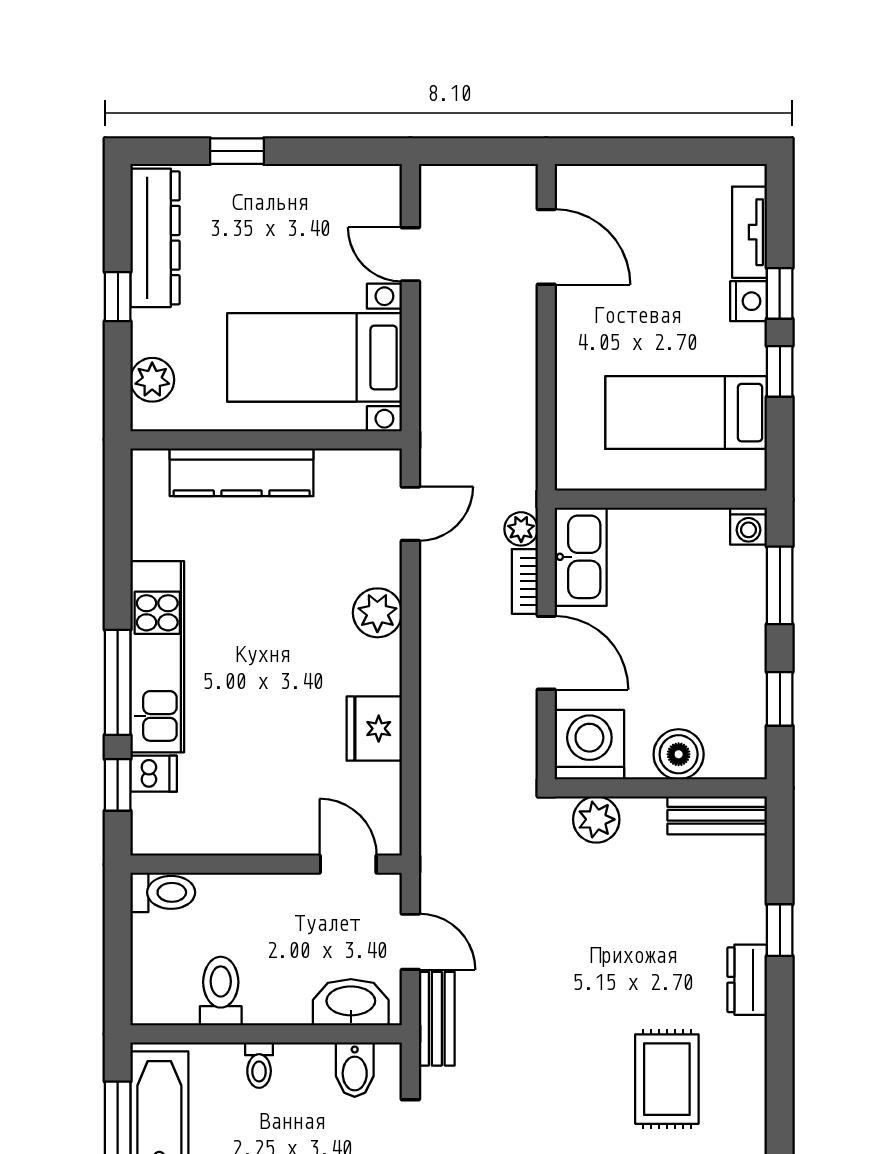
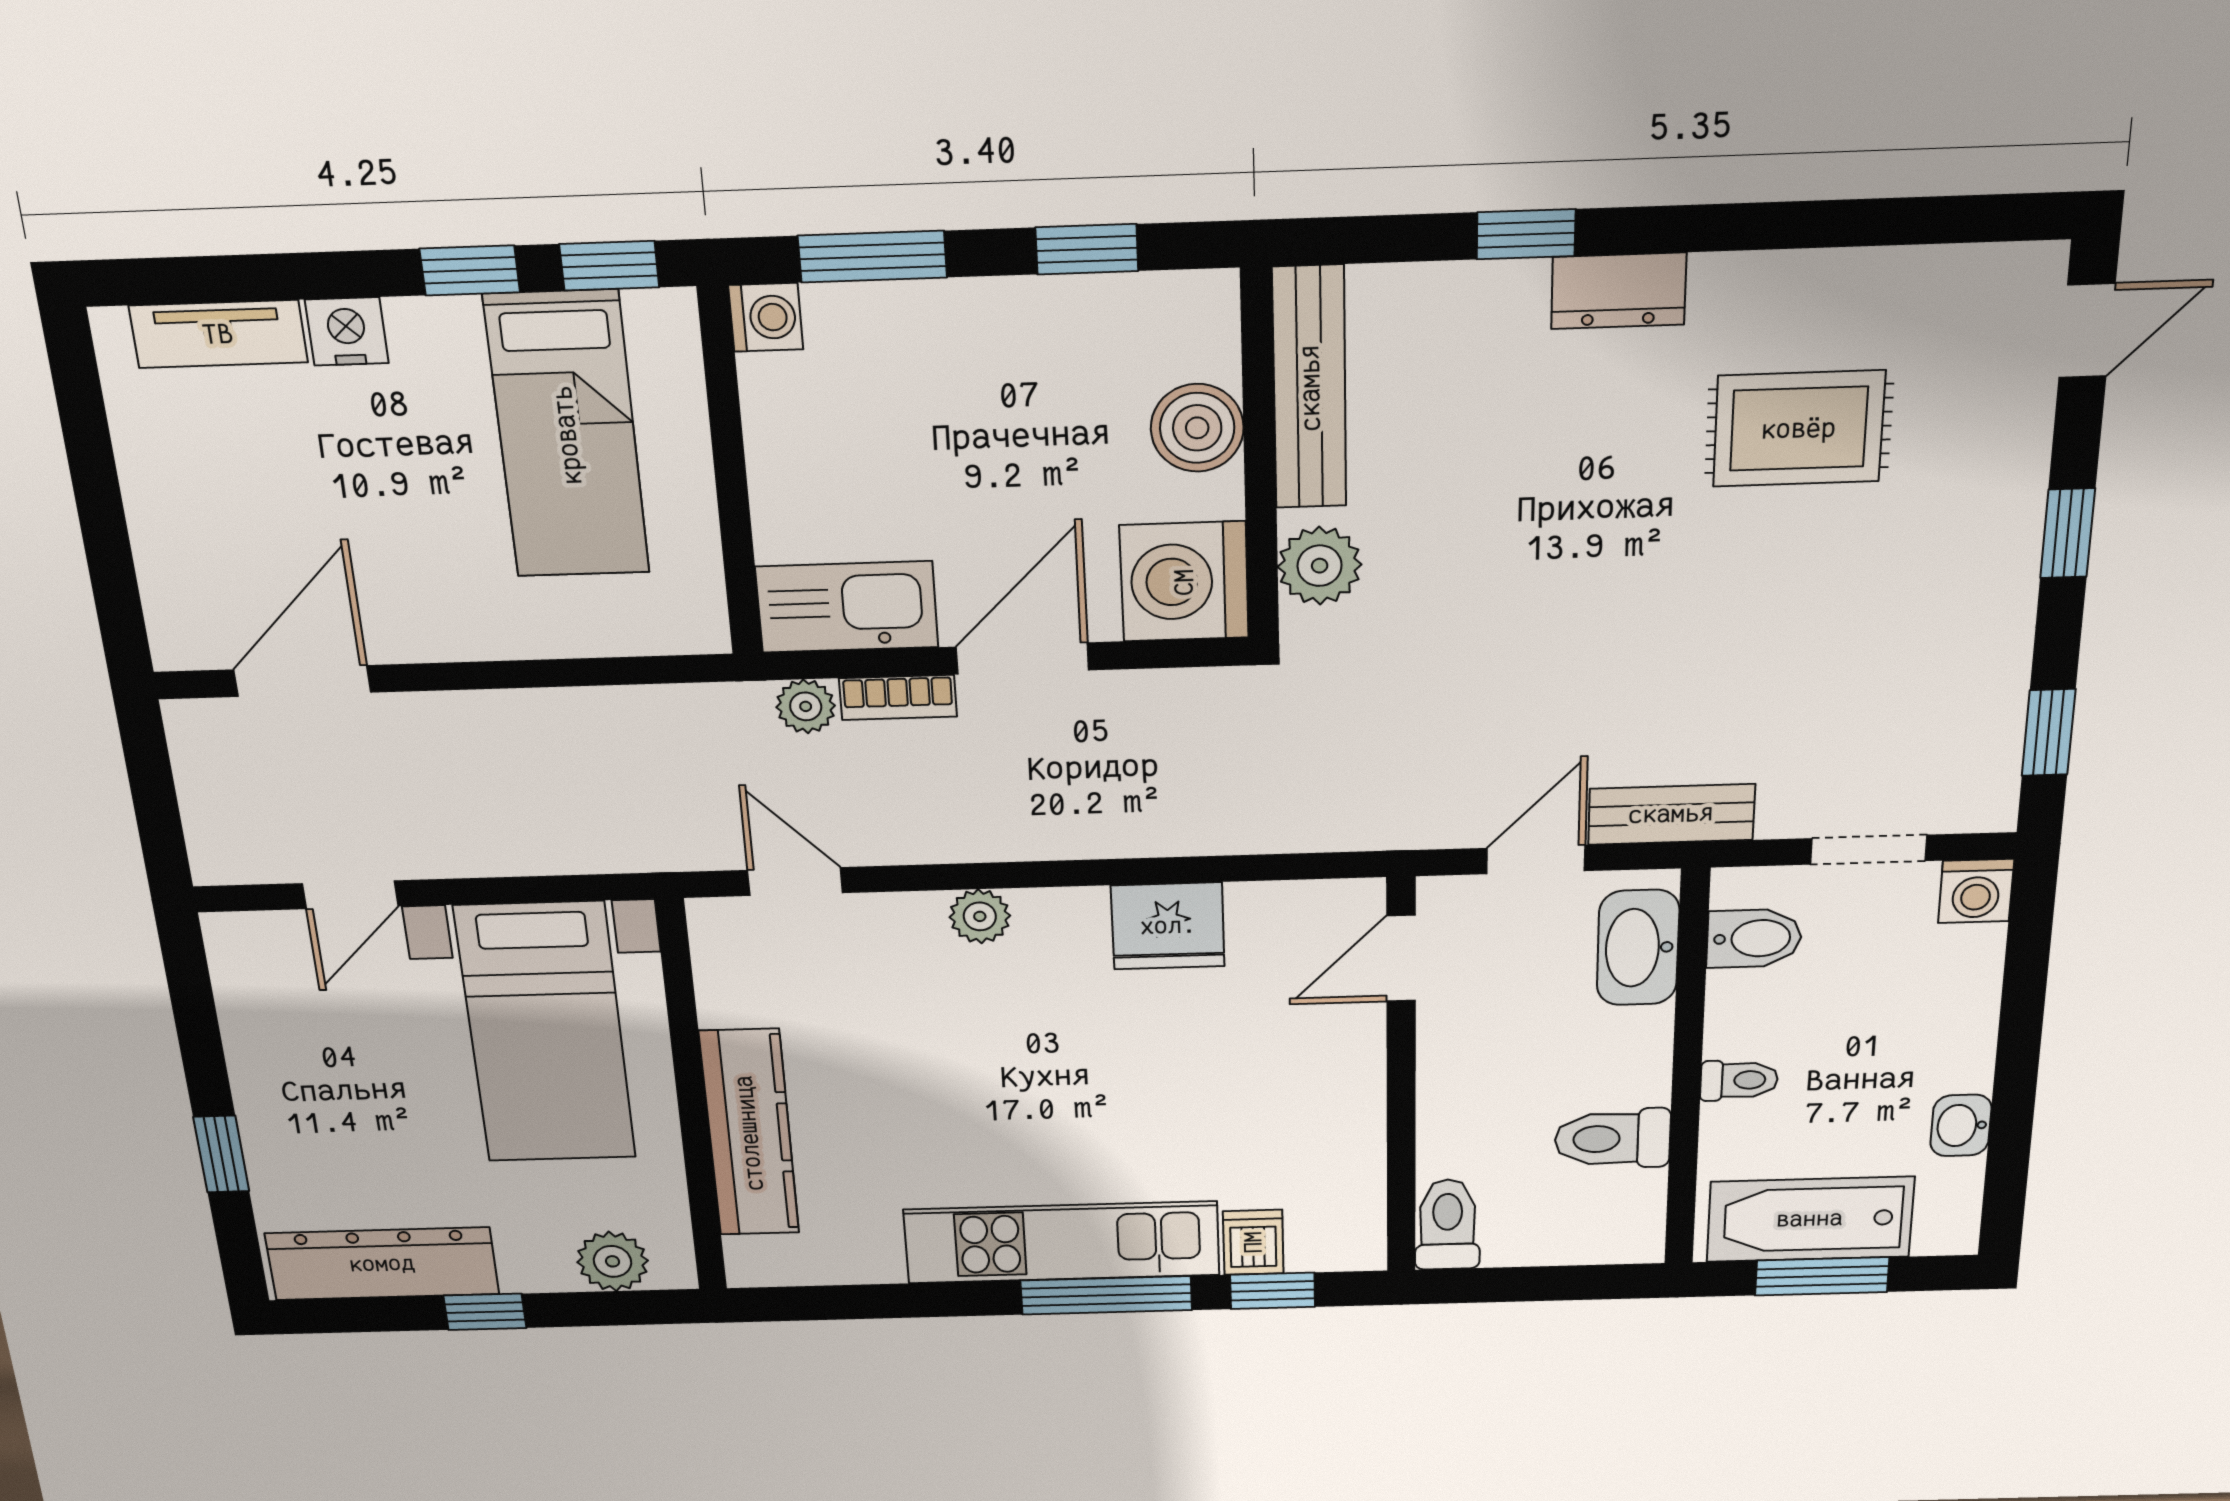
window: (780, 293) -> (609, 266), moved
plant: (377, 613) -> (980, 916), width x0.73, depth x0.73
bench: (717, 815) -> (1310, 388), width x1.36

